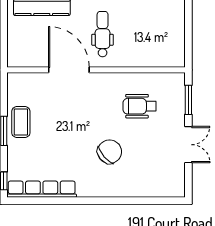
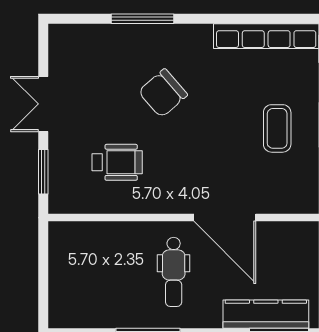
coffee table: (21, 122) -> (277, 128), moved
window: (123, 201) -> (142, 19), added

